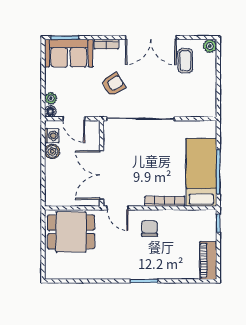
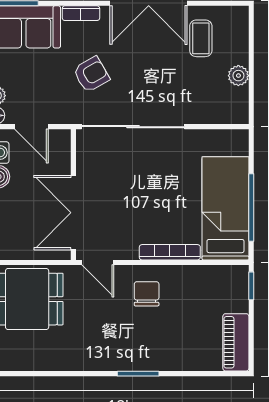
plant: (210, 46) -> (238, 76), moved

